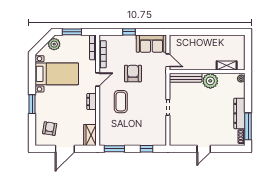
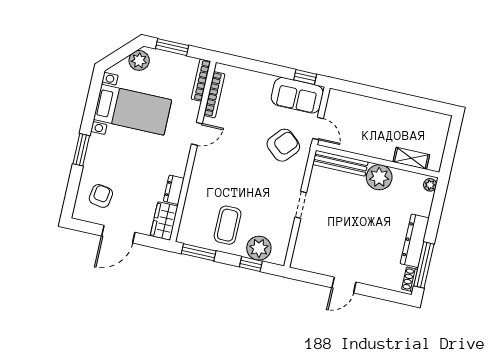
window: (129, 32) -> (305, 77), moved
armchair: (133, 73) -> (283, 145), moved, turned 41
dresser: (92, 101) -> (174, 190), moved
coffee table: (121, 102) -> (228, 225), moved
plant: (149, 138) -> (259, 248), added

